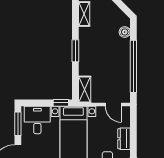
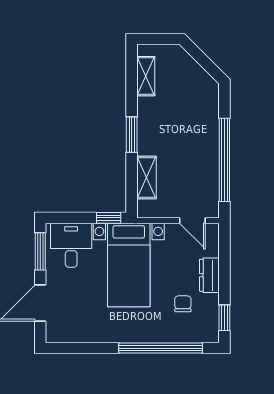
boiler: (125, 32) -> (210, 105), removed
shelving: (85, 89) -> (147, 177), moved

